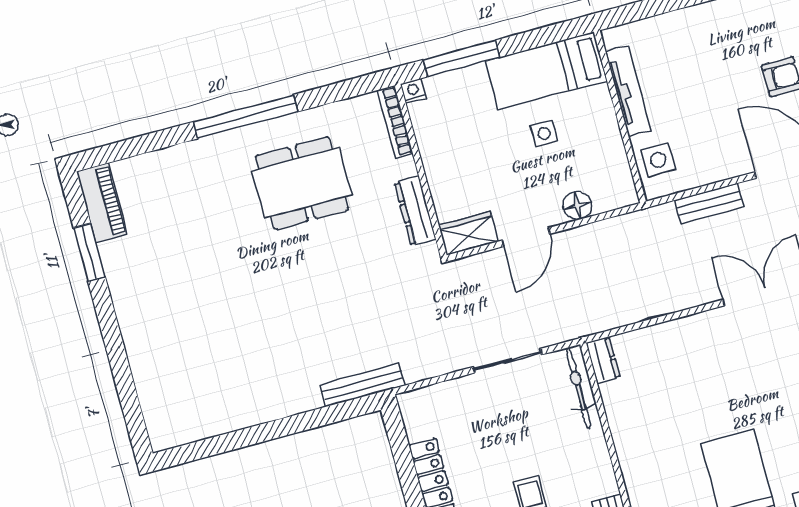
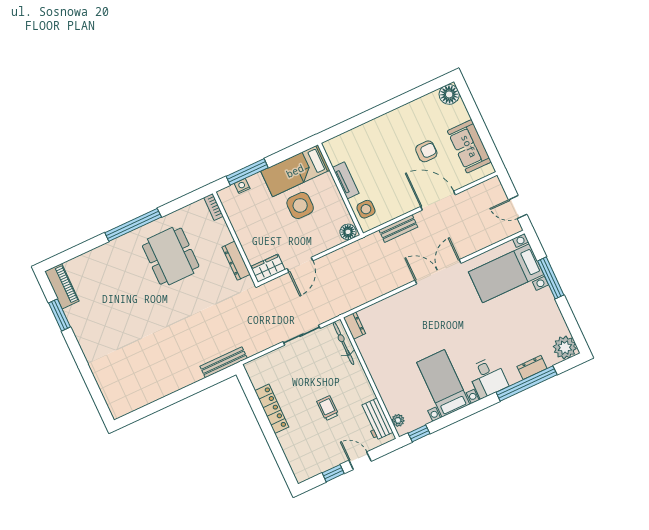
nightstand: (413, 91) -> (242, 186), moved
tv unit: (628, 91) -> (346, 180), width x0.71
bookcase: (395, 122) -> (214, 207), width x0.64
side table: (544, 133) -> (300, 205), width x1.87, depth x1.87
dining table: (302, 183) -> (171, 256), turned 90
floor lamp: (577, 206) -> (348, 232), moved

